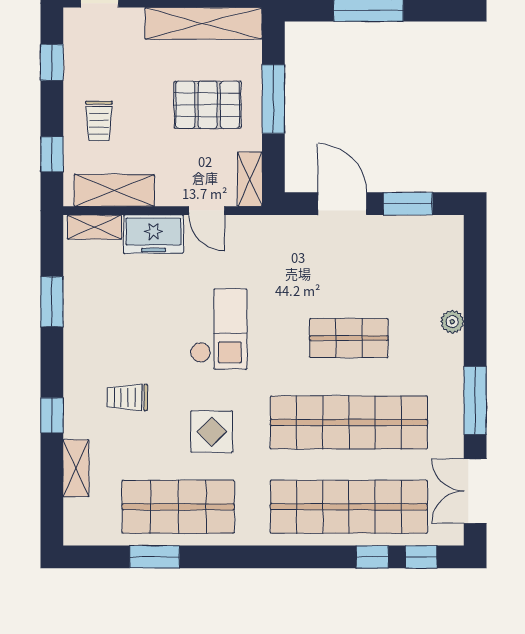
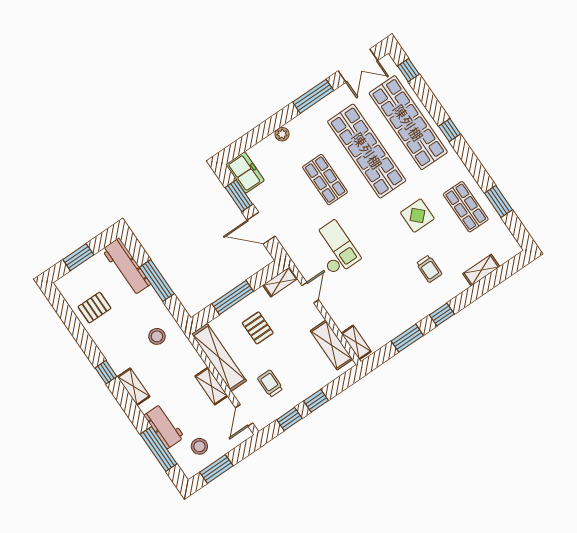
pallet: (208, 105) -> (258, 328), width x0.67, depth x0.71
trolley: (99, 121) -> (270, 383), moved, turned -90
window: (52, 154) -> (316, 401), moved
door: (342, 204) -> (261, 228), hinge flipped
freezer: (153, 234) -> (245, 173), moved
checkout: (219, 329) -> (334, 248), moved, turned 90
window: (52, 415) -> (442, 315), moved
shop shelf: (178, 507) -> (466, 207), width x0.70, depth x0.74
window: (372, 557) -> (450, 130), moved

